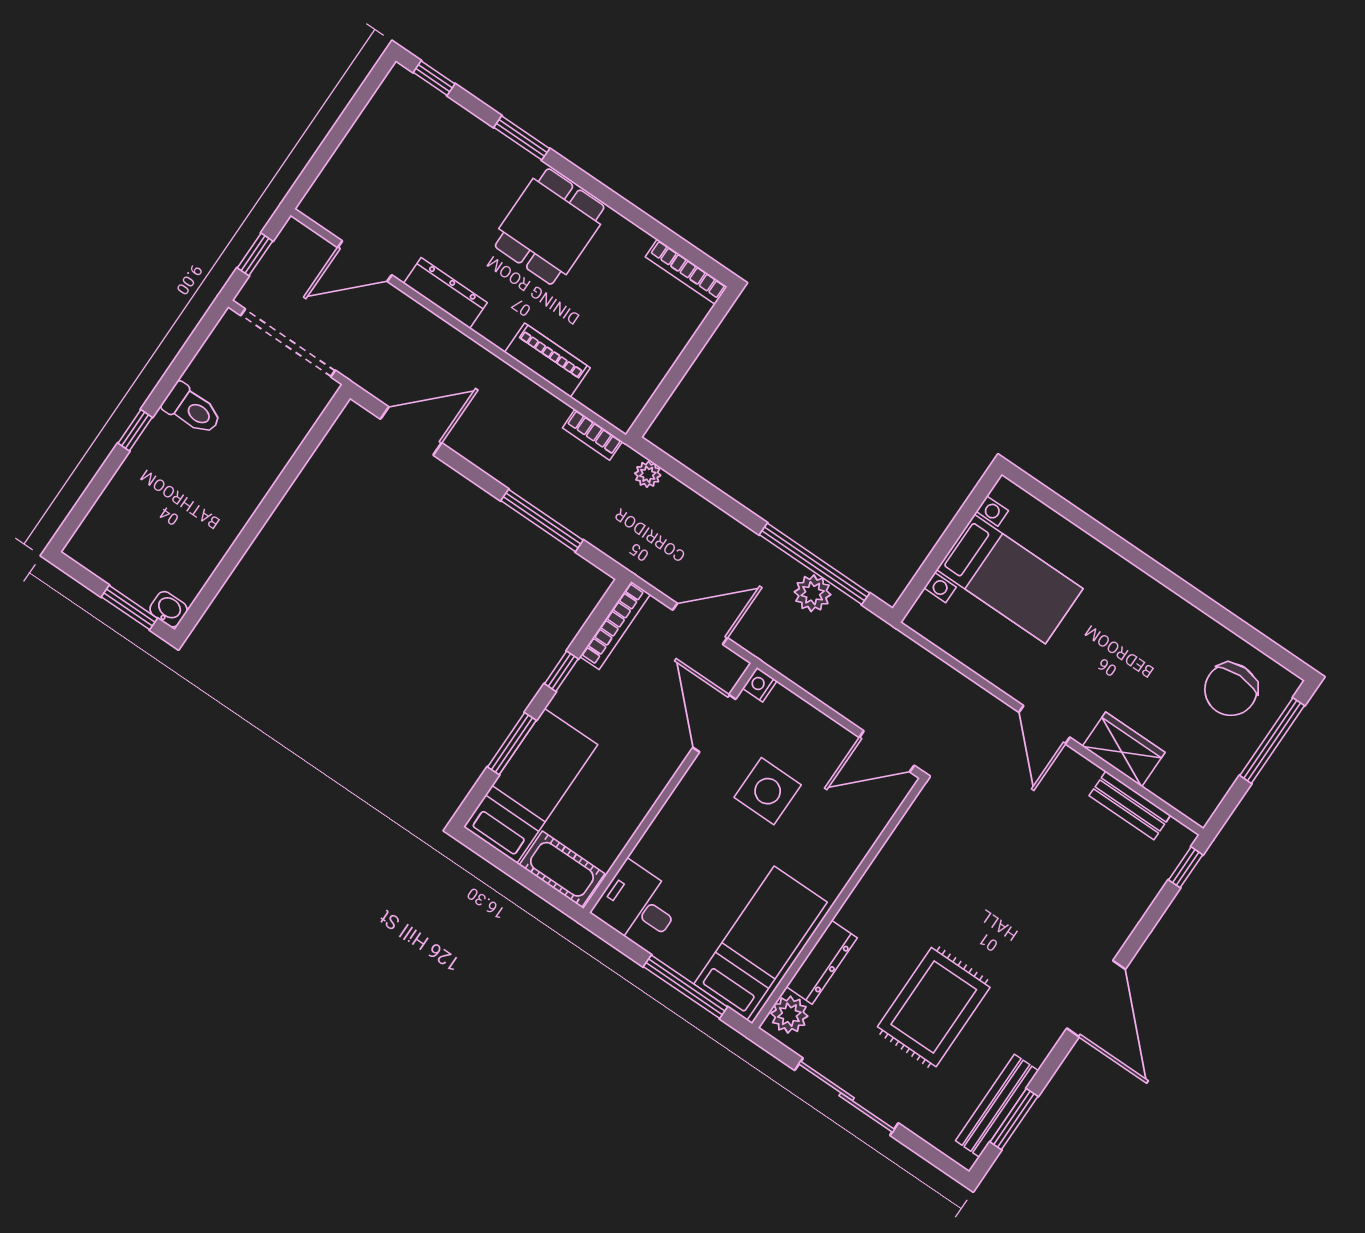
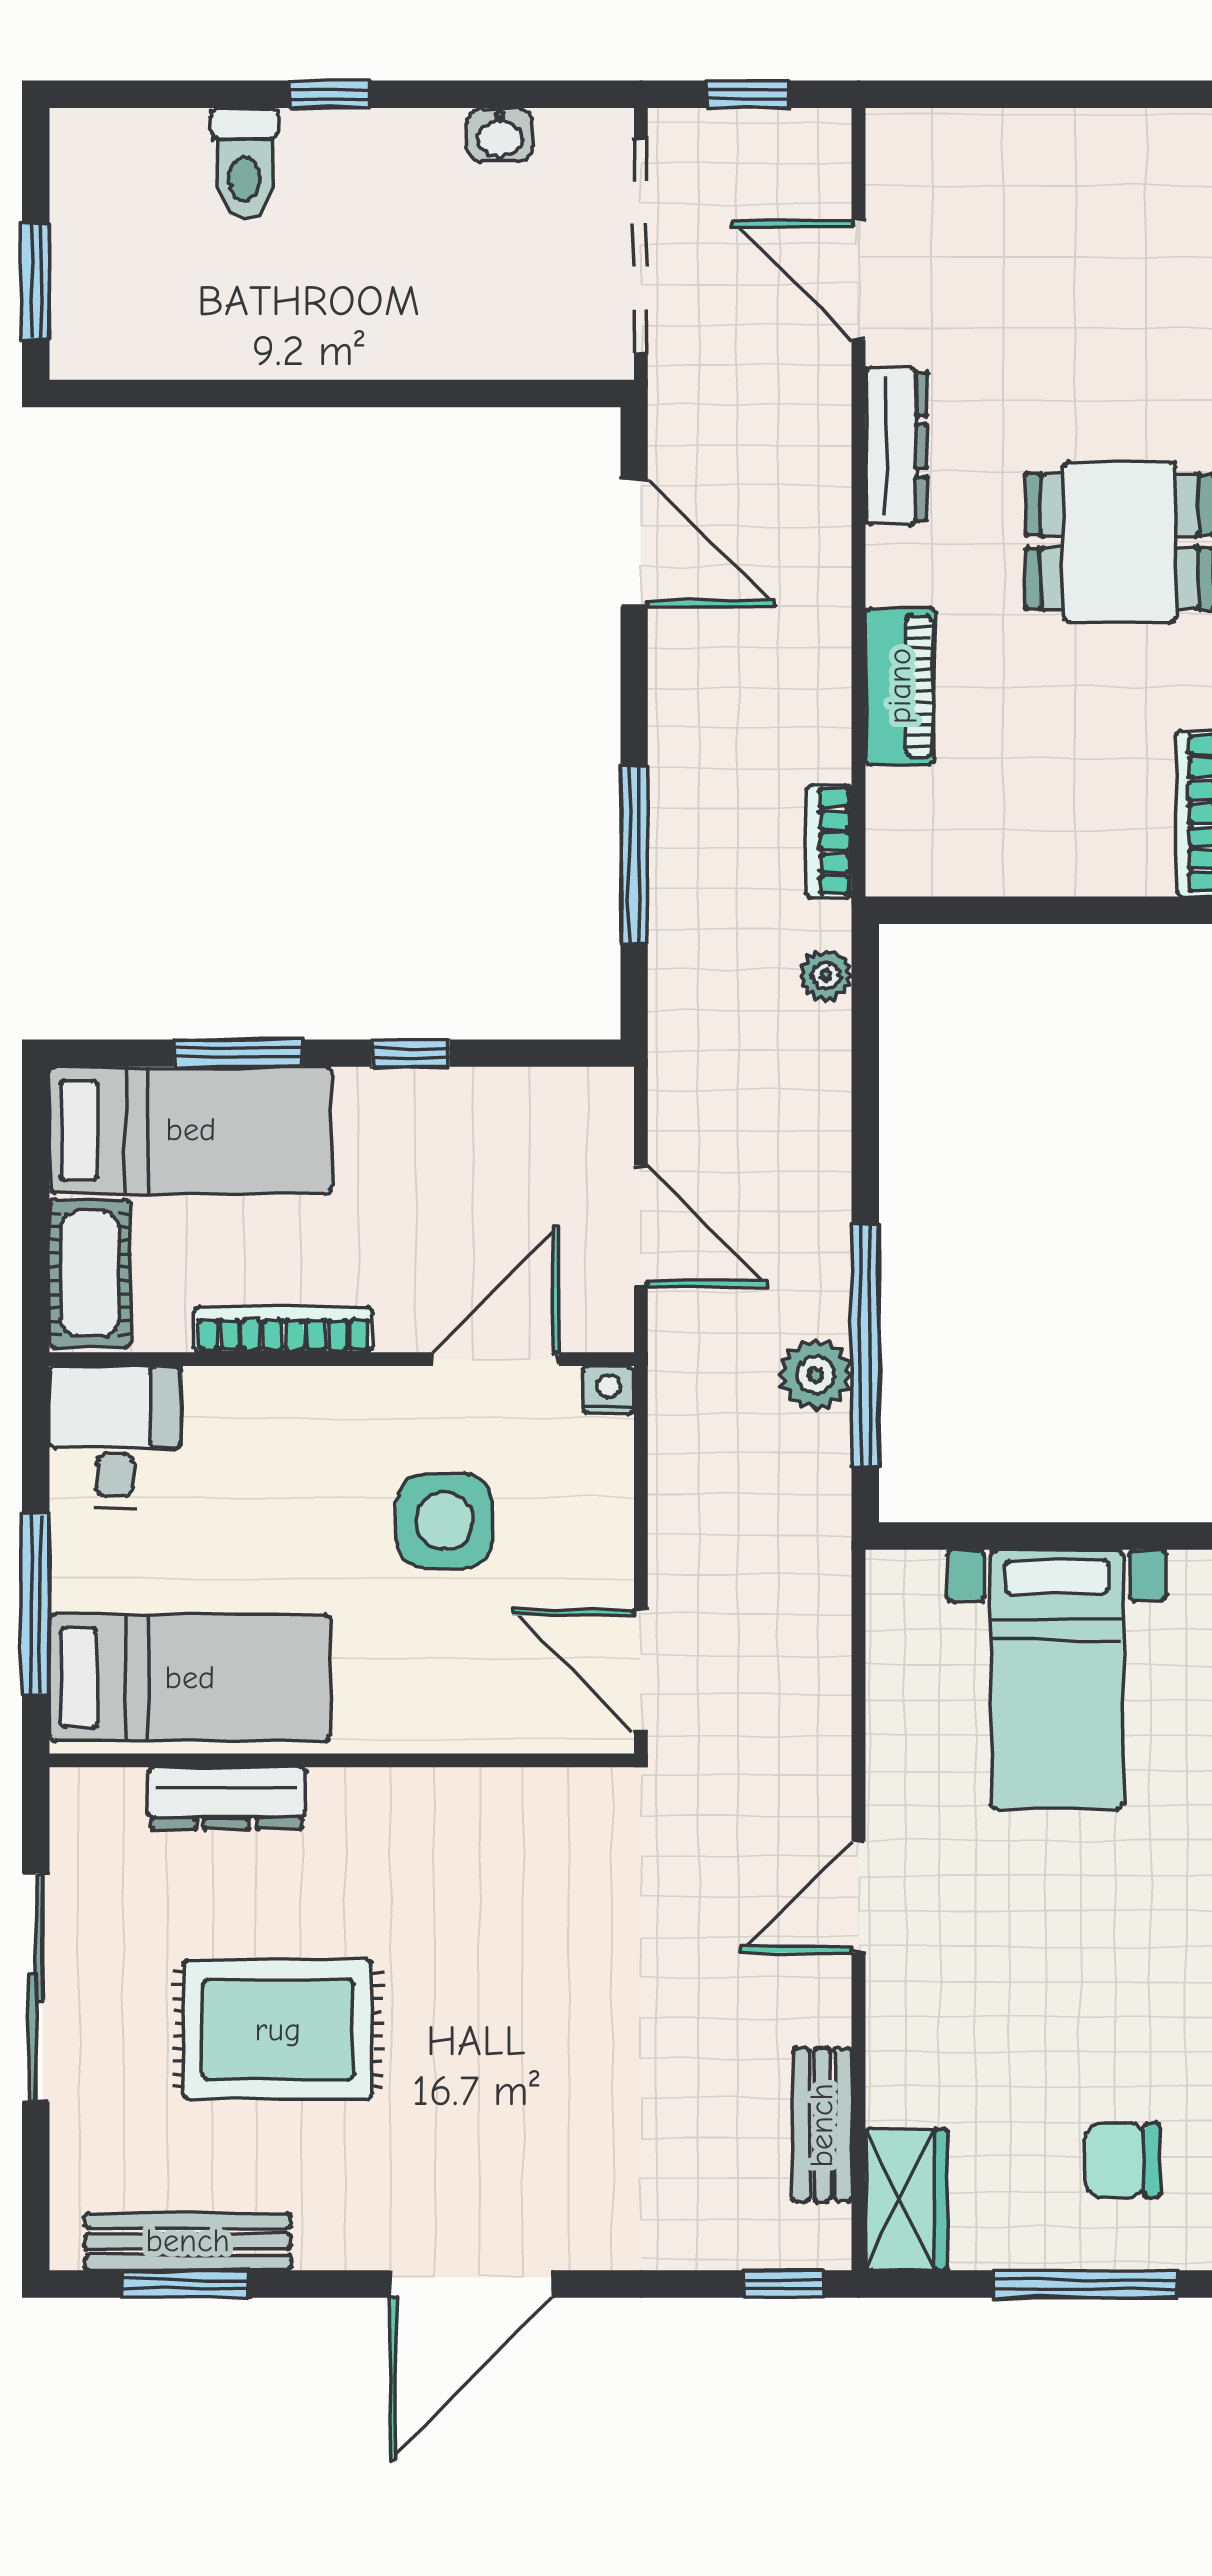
toilet: (192, 409) -> (244, 164), moved
washbasin: (168, 609) -> (500, 135), moved, turned 90
bookcase: (615, 625) -> (284, 1329), moved, turned 180
chair: (1231, 689) -> (1122, 2160), width x0.73, depth x0.73
wardrobe: (1124, 749) -> (906, 2200), moved
plant: (789, 1015) -> (106, 1804), removed

